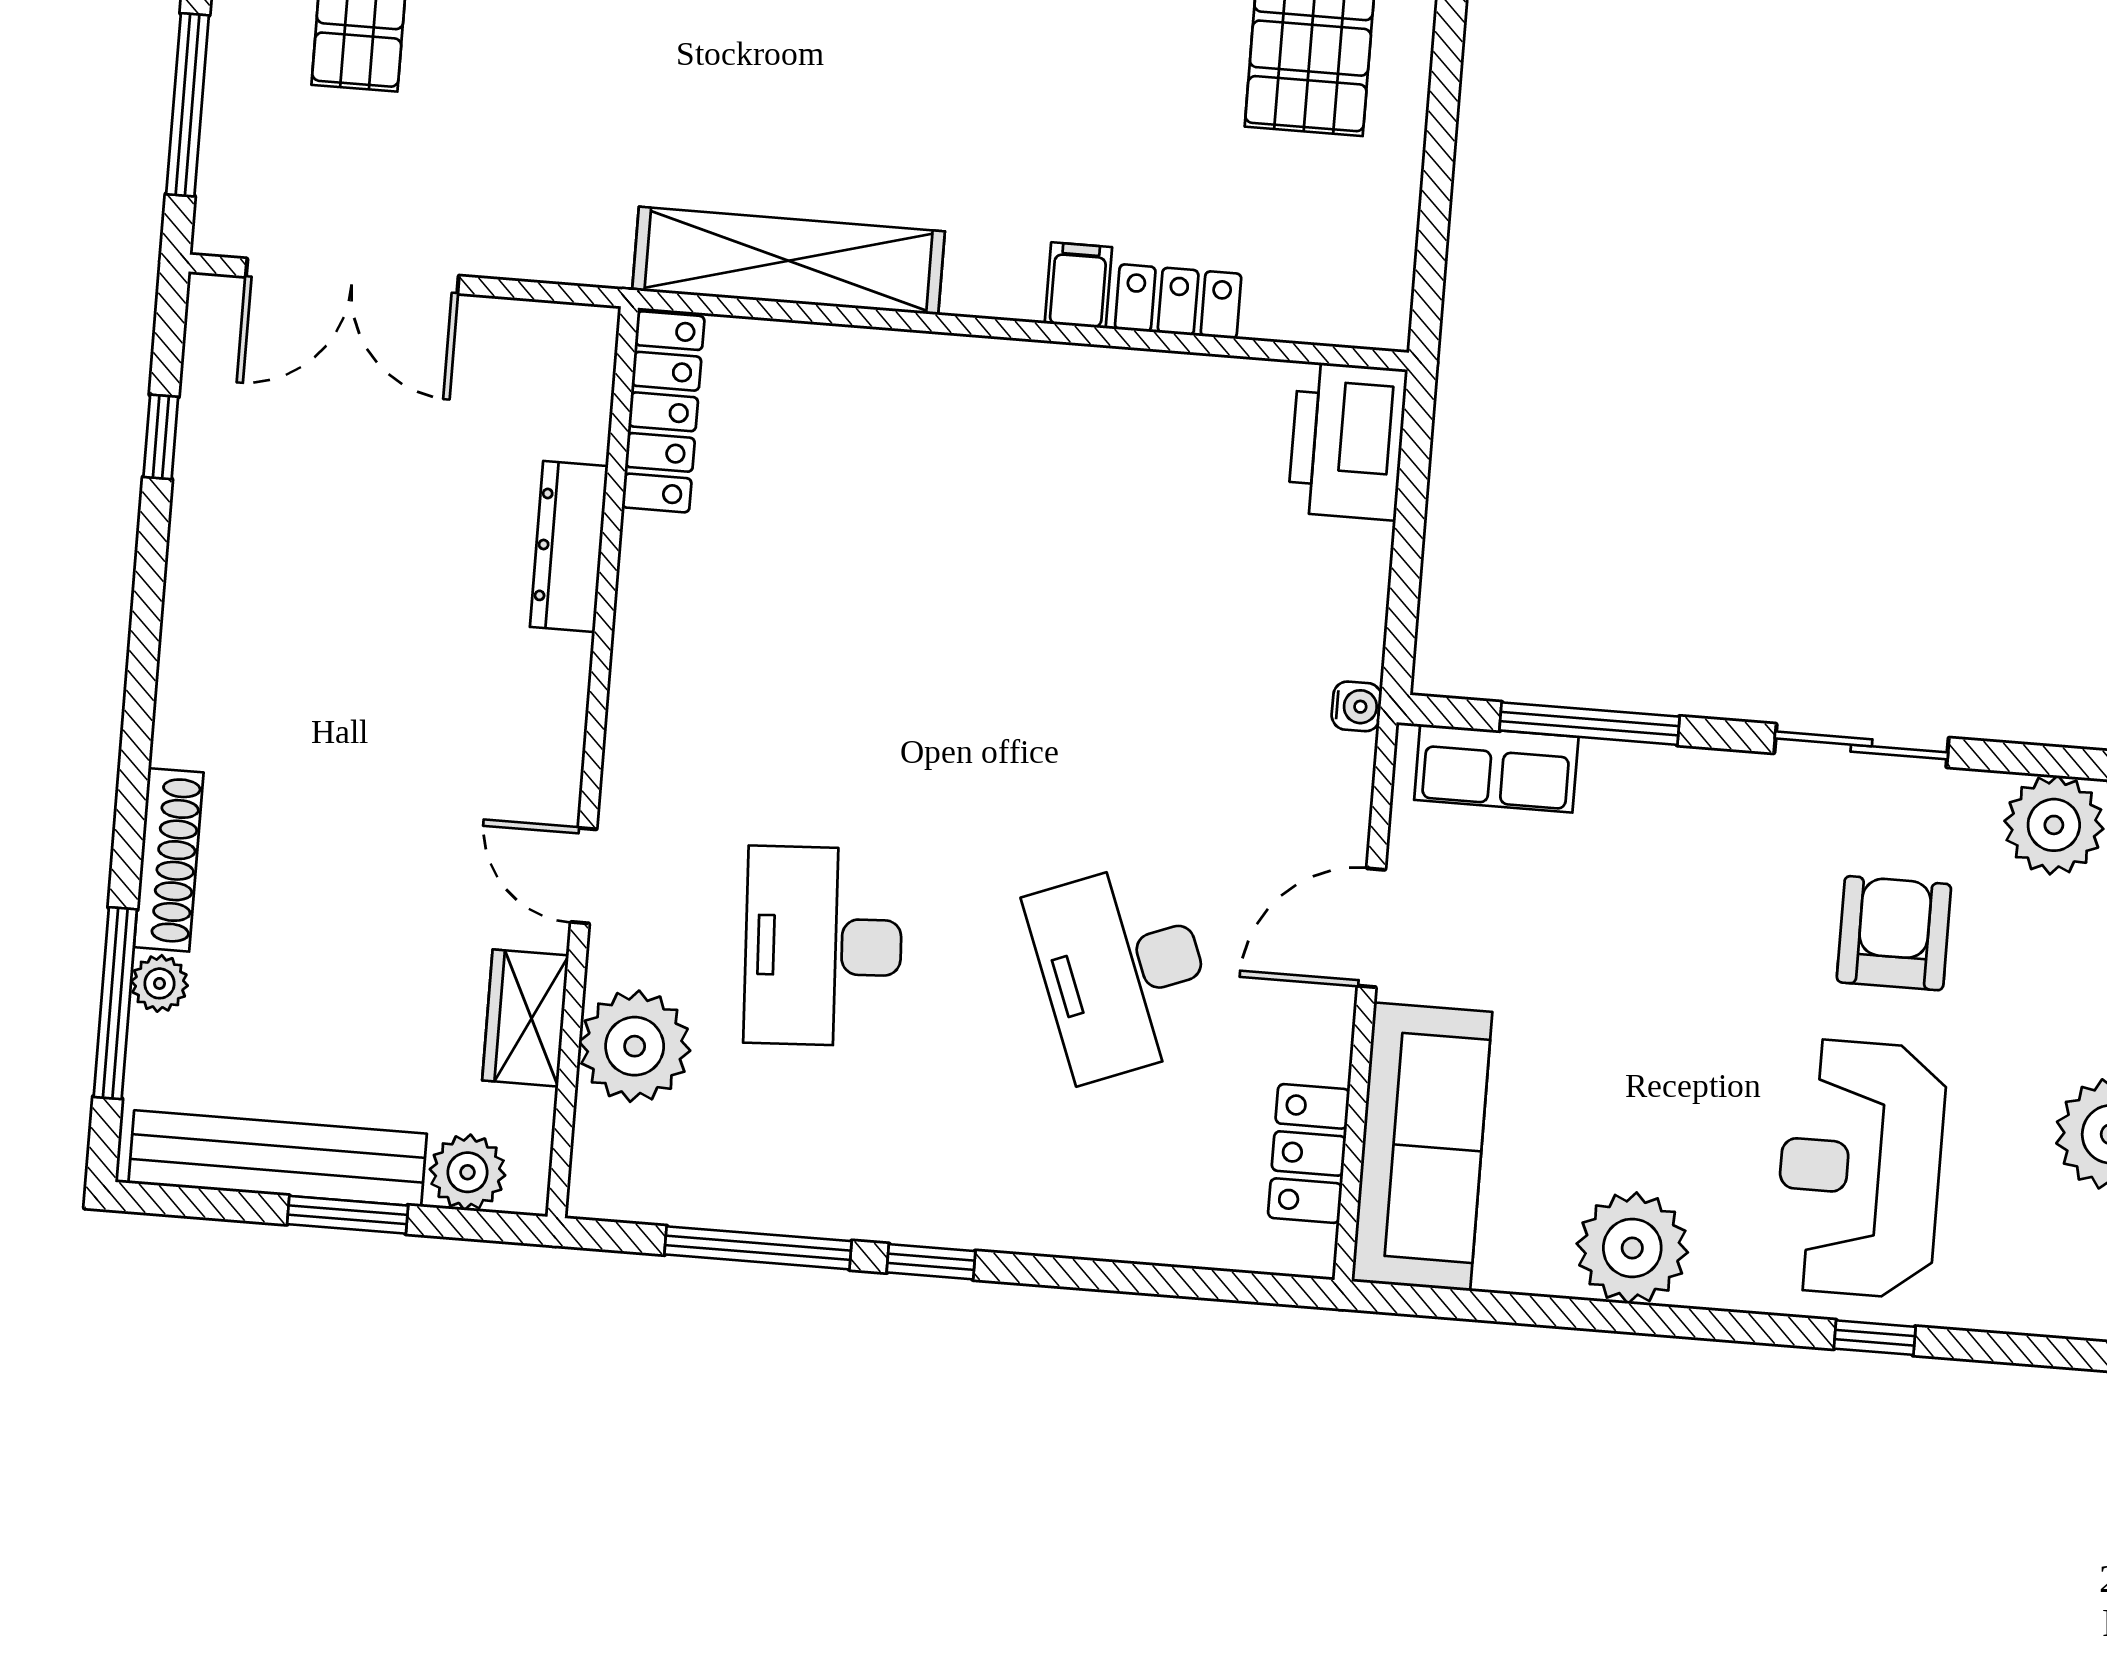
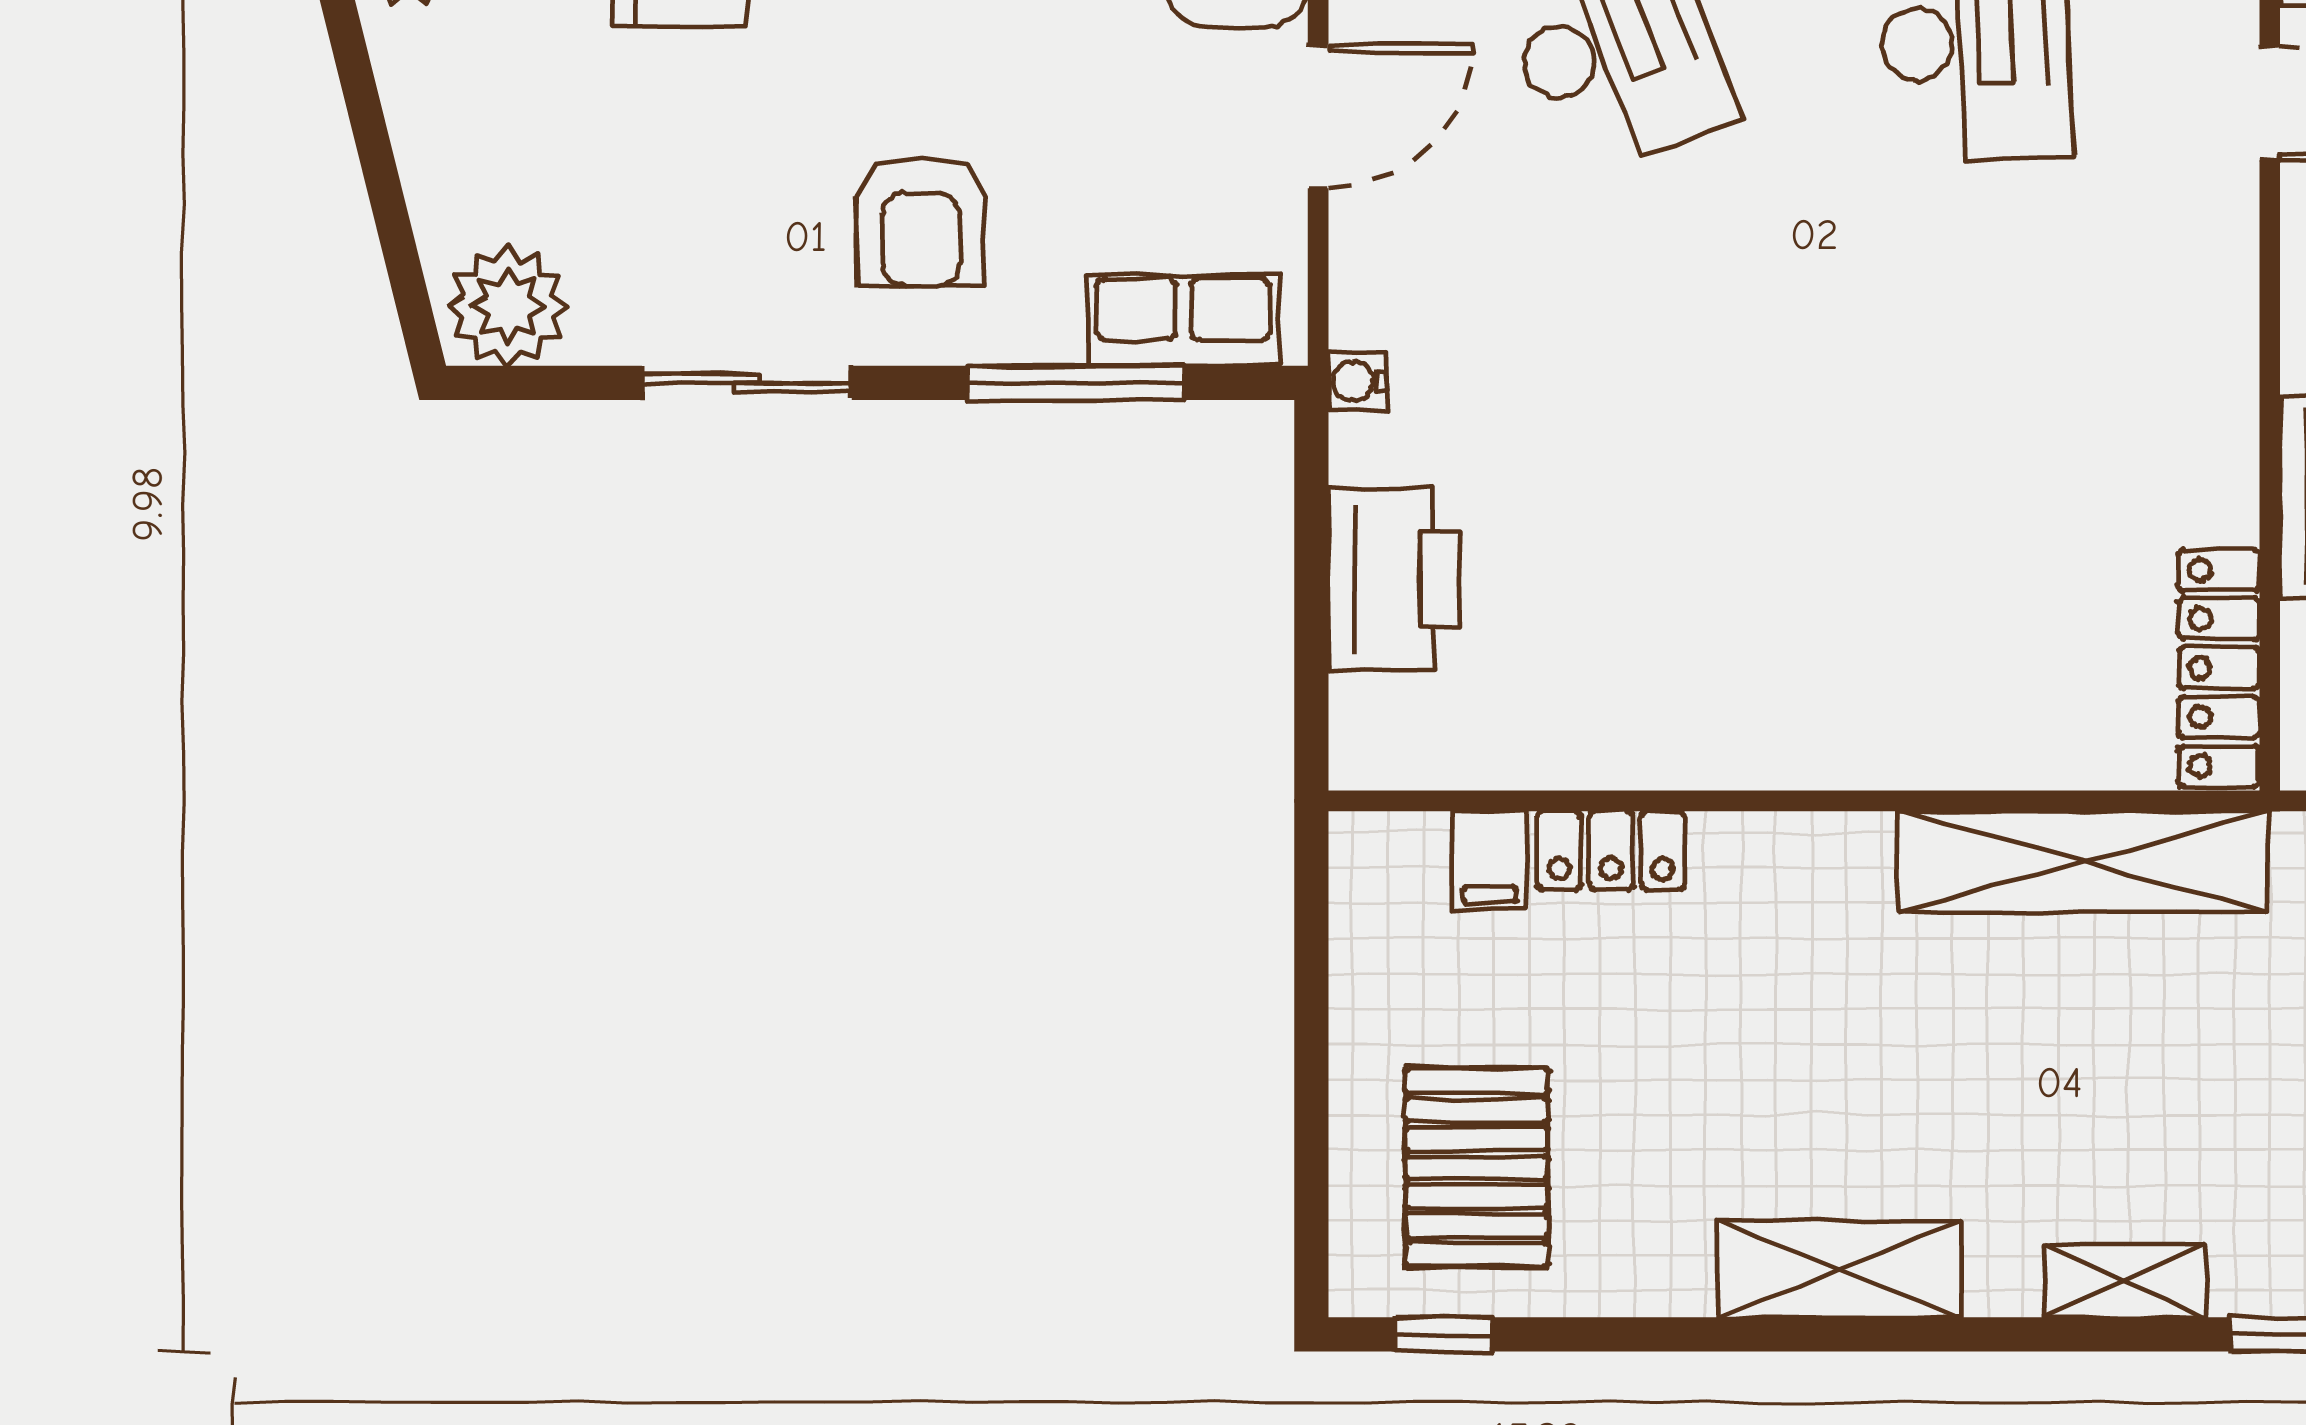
filing cabinet: (1078, 285) -> (1490, 860), moved
printer: (1347, 441) -> (1394, 579), moved
armchair: (1894, 933) -> (921, 221), moved

